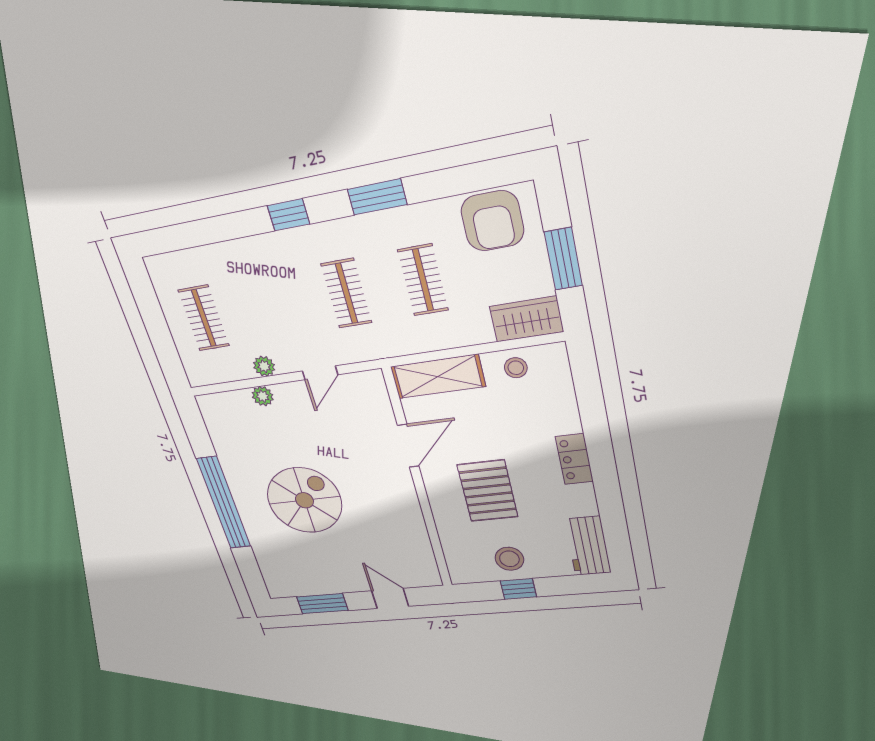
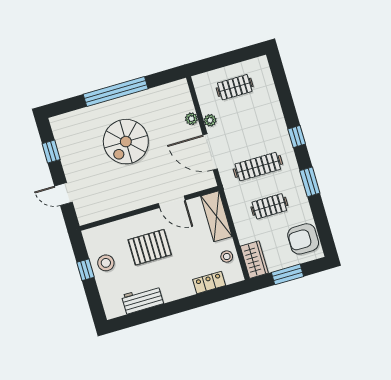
clothes rail: (346, 293) -> (258, 167), width x1.36
door: (320, 373) -> (210, 152), width x1.87
locker: (574, 459) -> (209, 283), moved
spiral stairs: (304, 500) -> (126, 142), turned 90
workbench: (588, 546) -> (142, 299), moved
door: (390, 598) -> (63, 194), swing flipped
window: (322, 604) -> (51, 152), width x0.67

